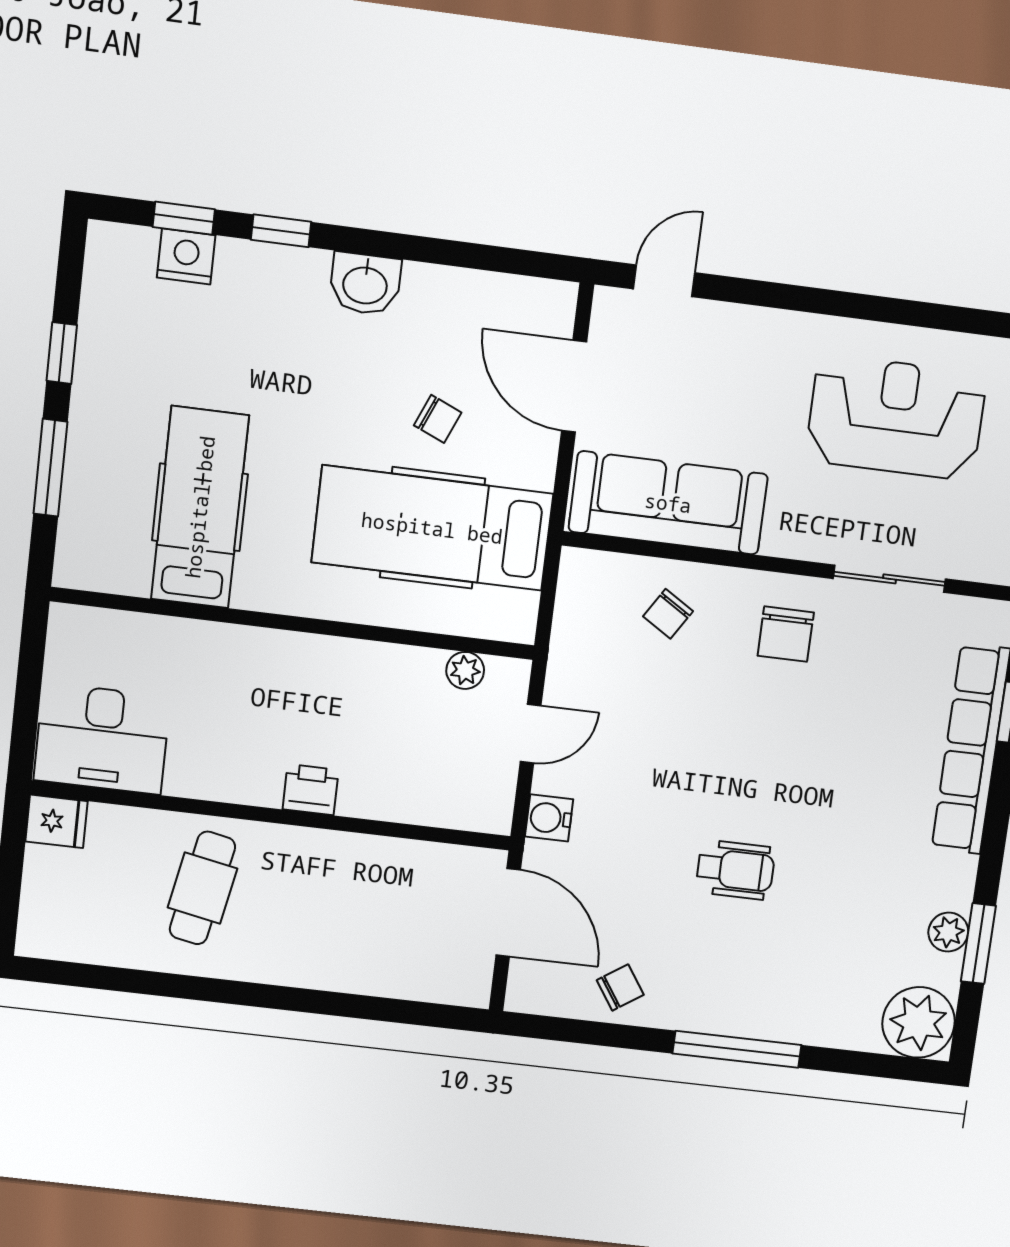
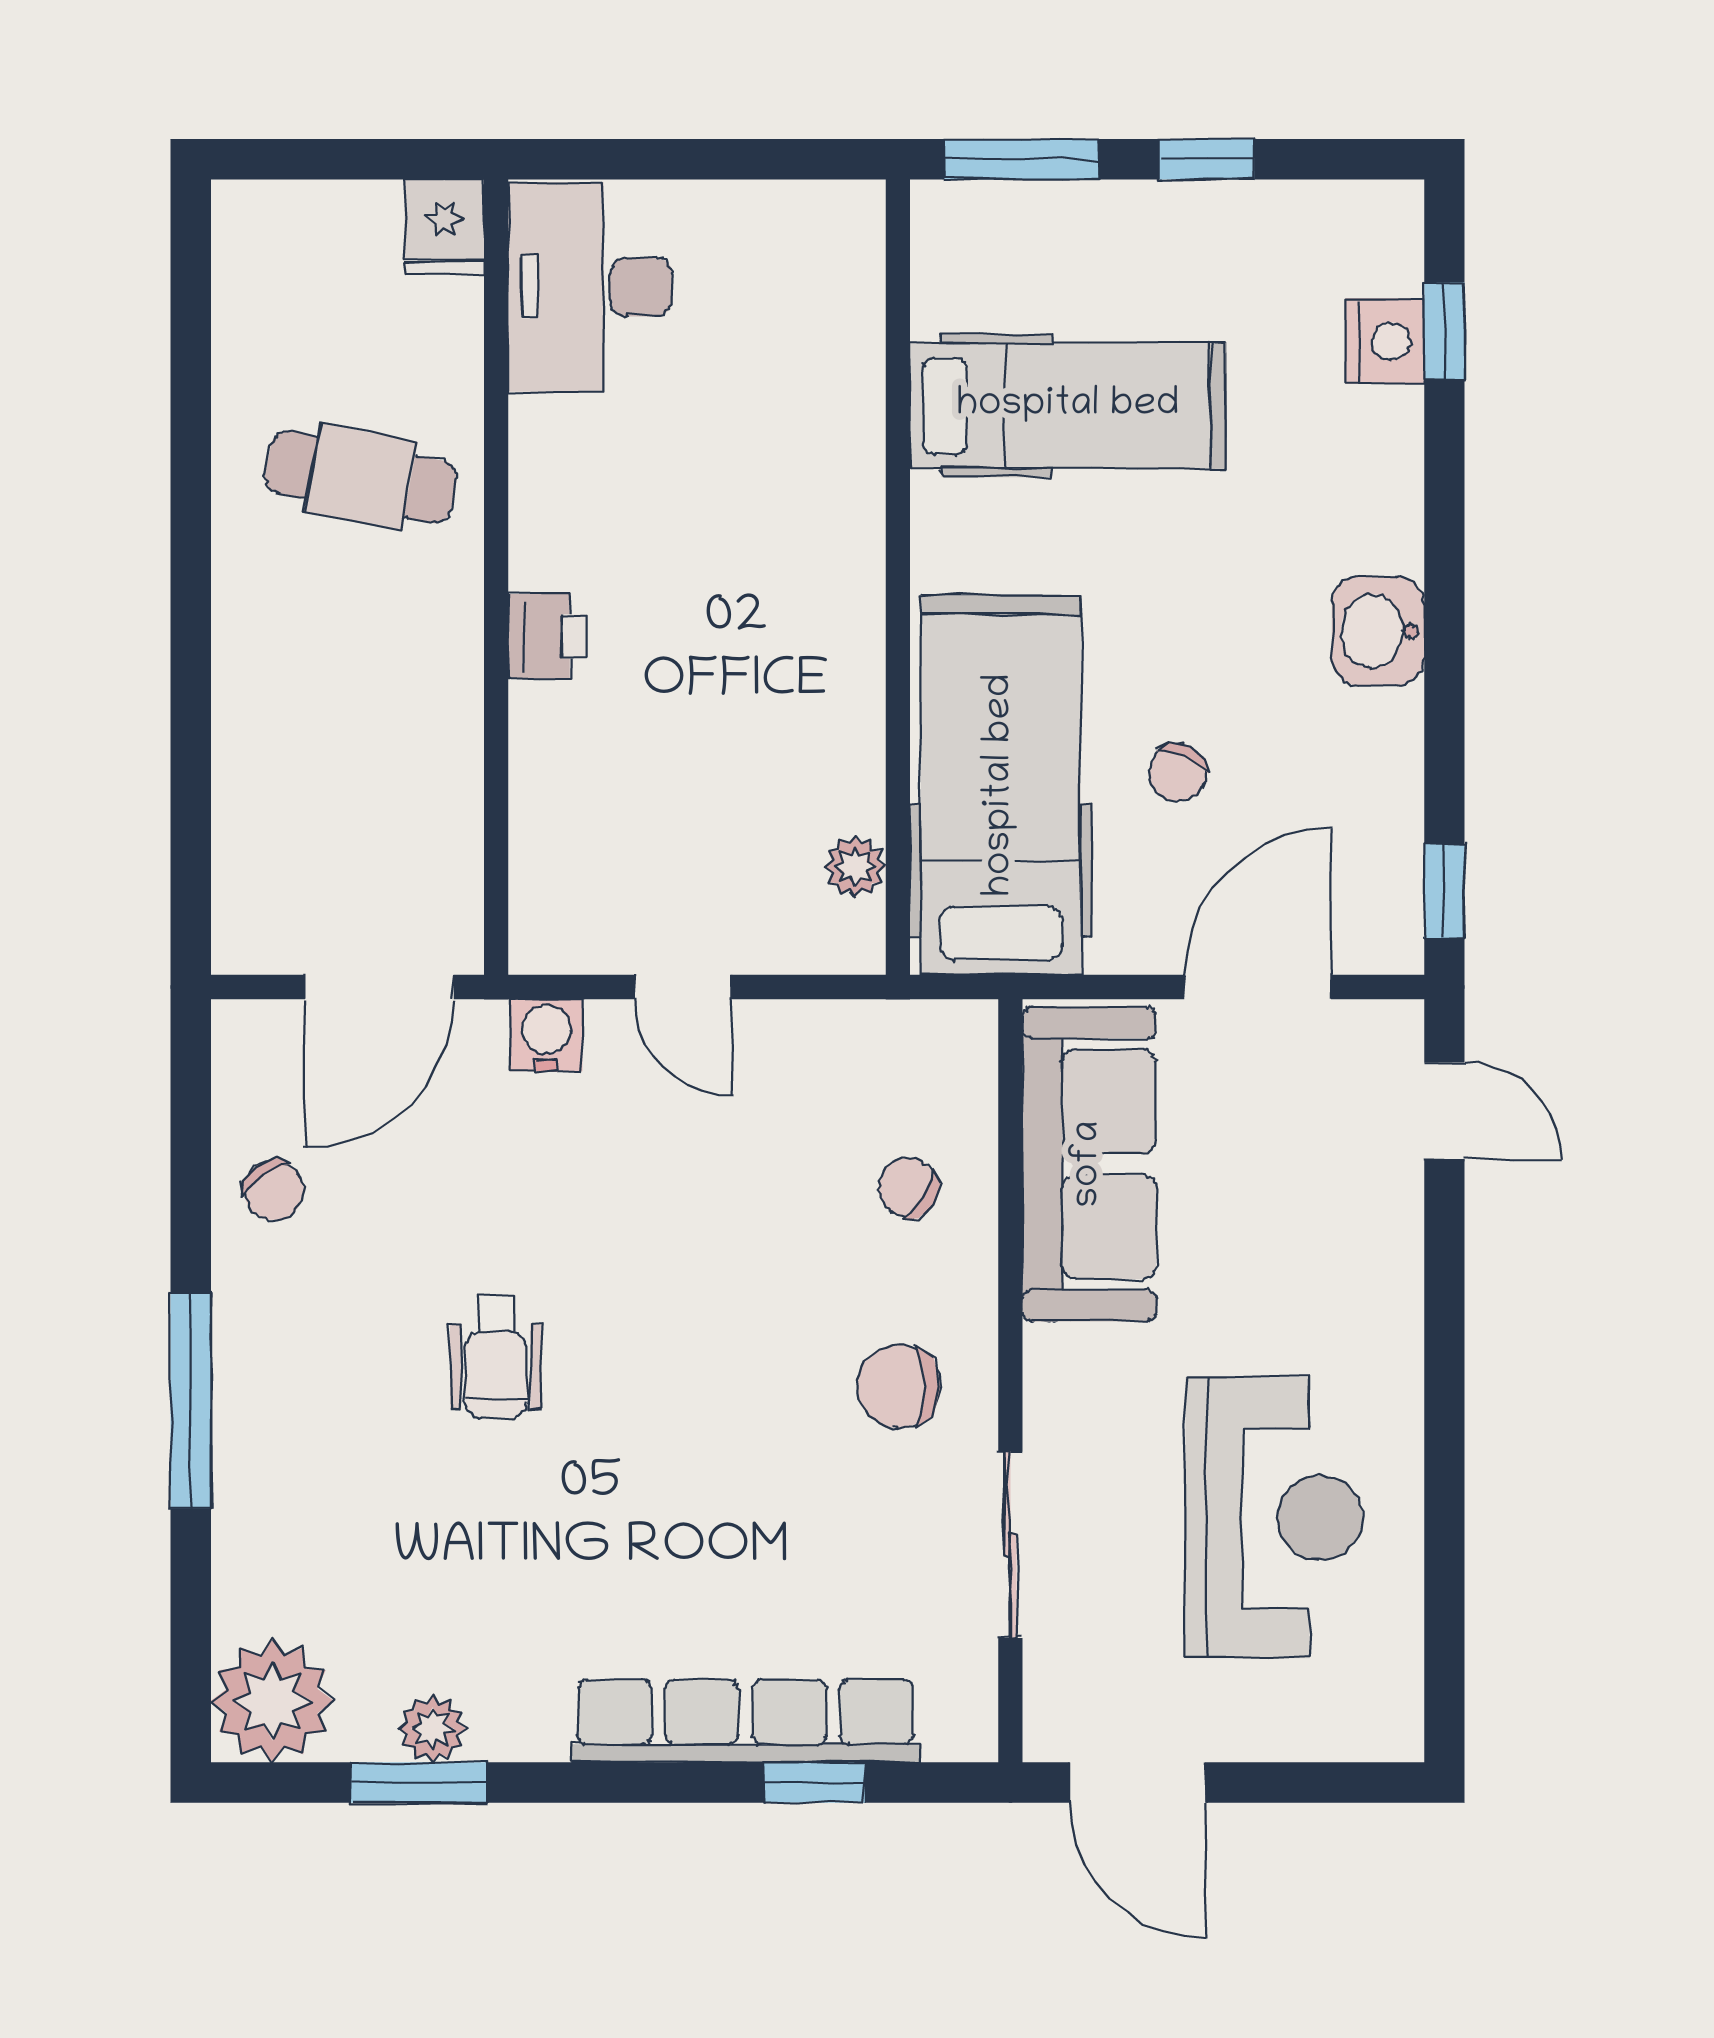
window: (281, 231) -> (1444, 891), moved
hospital bed: (200, 507) -> (1068, 406), moved
wall: (293, 623) -> (898, 577), moved
plant: (465, 670) -> (855, 867), moved

